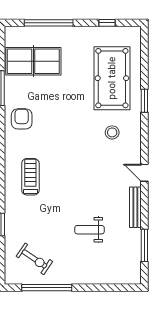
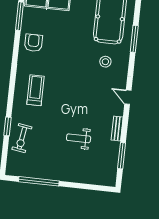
window: (144, 101) -> (134, 39), width x1.44
bench: (135, 207) -> (117, 129), width x0.73
exercise bike: (34, 259) -> (22, 138), moved, turned 65

